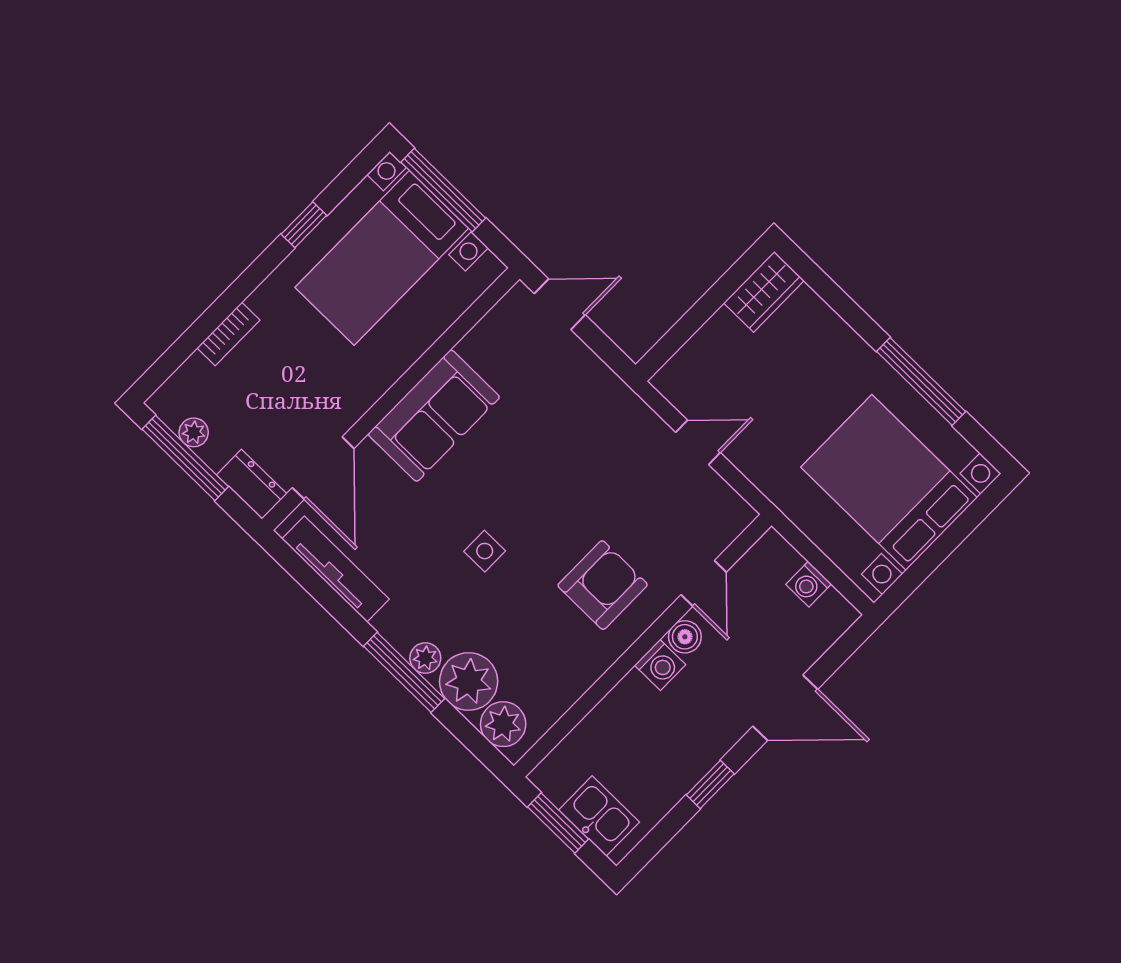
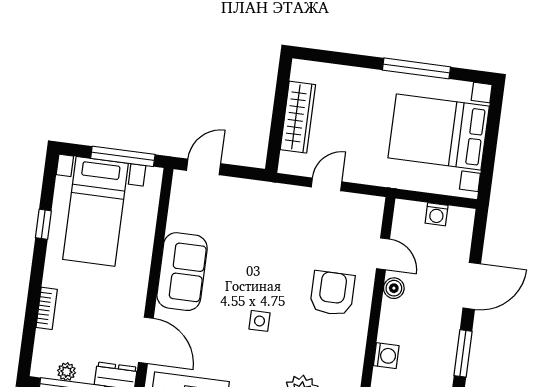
window: (443, 190) -> (123, 156), moved
wardrobe: (764, 292) -> (298, 117), moved, width x1.50
washing machine: (660, 665) -> (386, 356), moved
window: (710, 784) -> (463, 353), width x1.50

